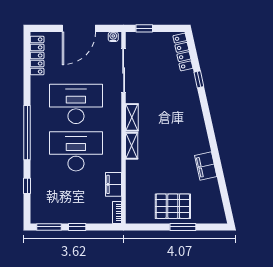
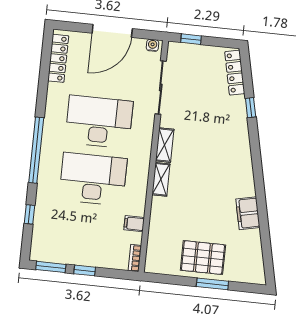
filing cabinet: (114, 184) -> (134, 224), width x0.50

